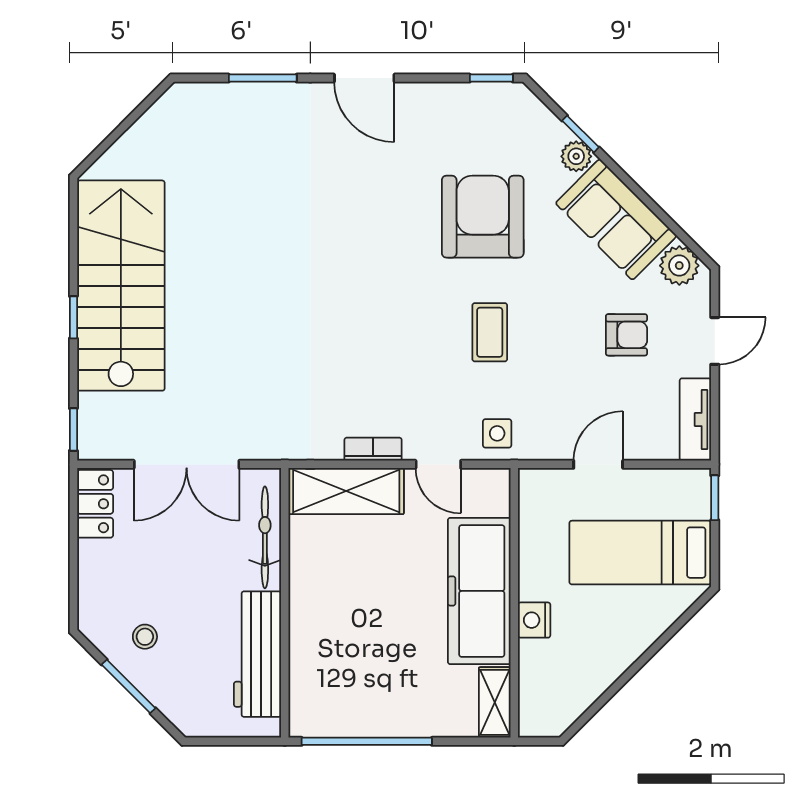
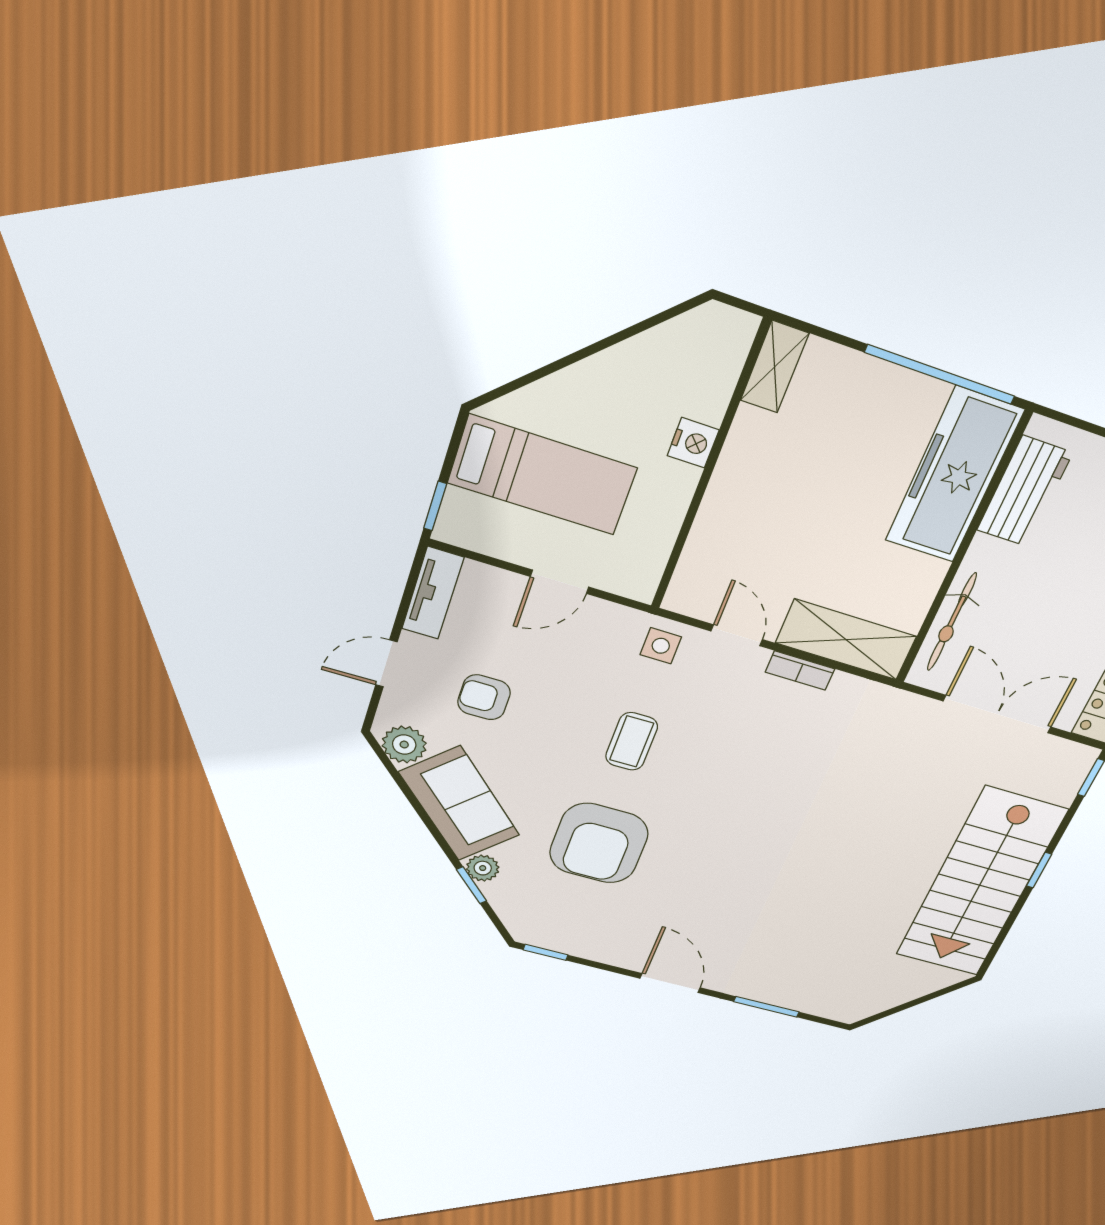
freezer: (479, 591) -> (954, 476), moved, turned 180
workbench: (258, 654) -> (1025, 491), width x0.73

